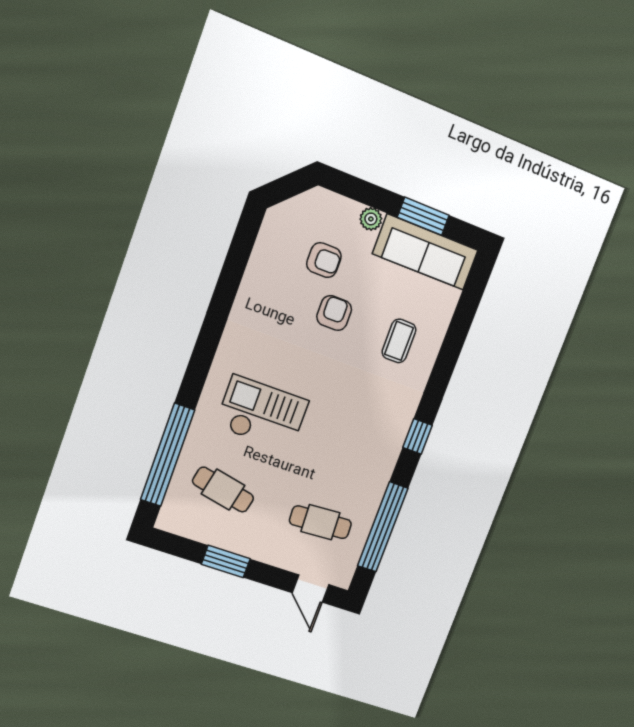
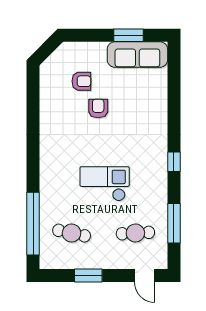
plant: (371, 219) -> (99, 48), removed
coffee table: (399, 341) -> (141, 110), removed
checkout: (262, 413) -> (105, 184), moved
window: (383, 527) -> (174, 223), width x0.68

